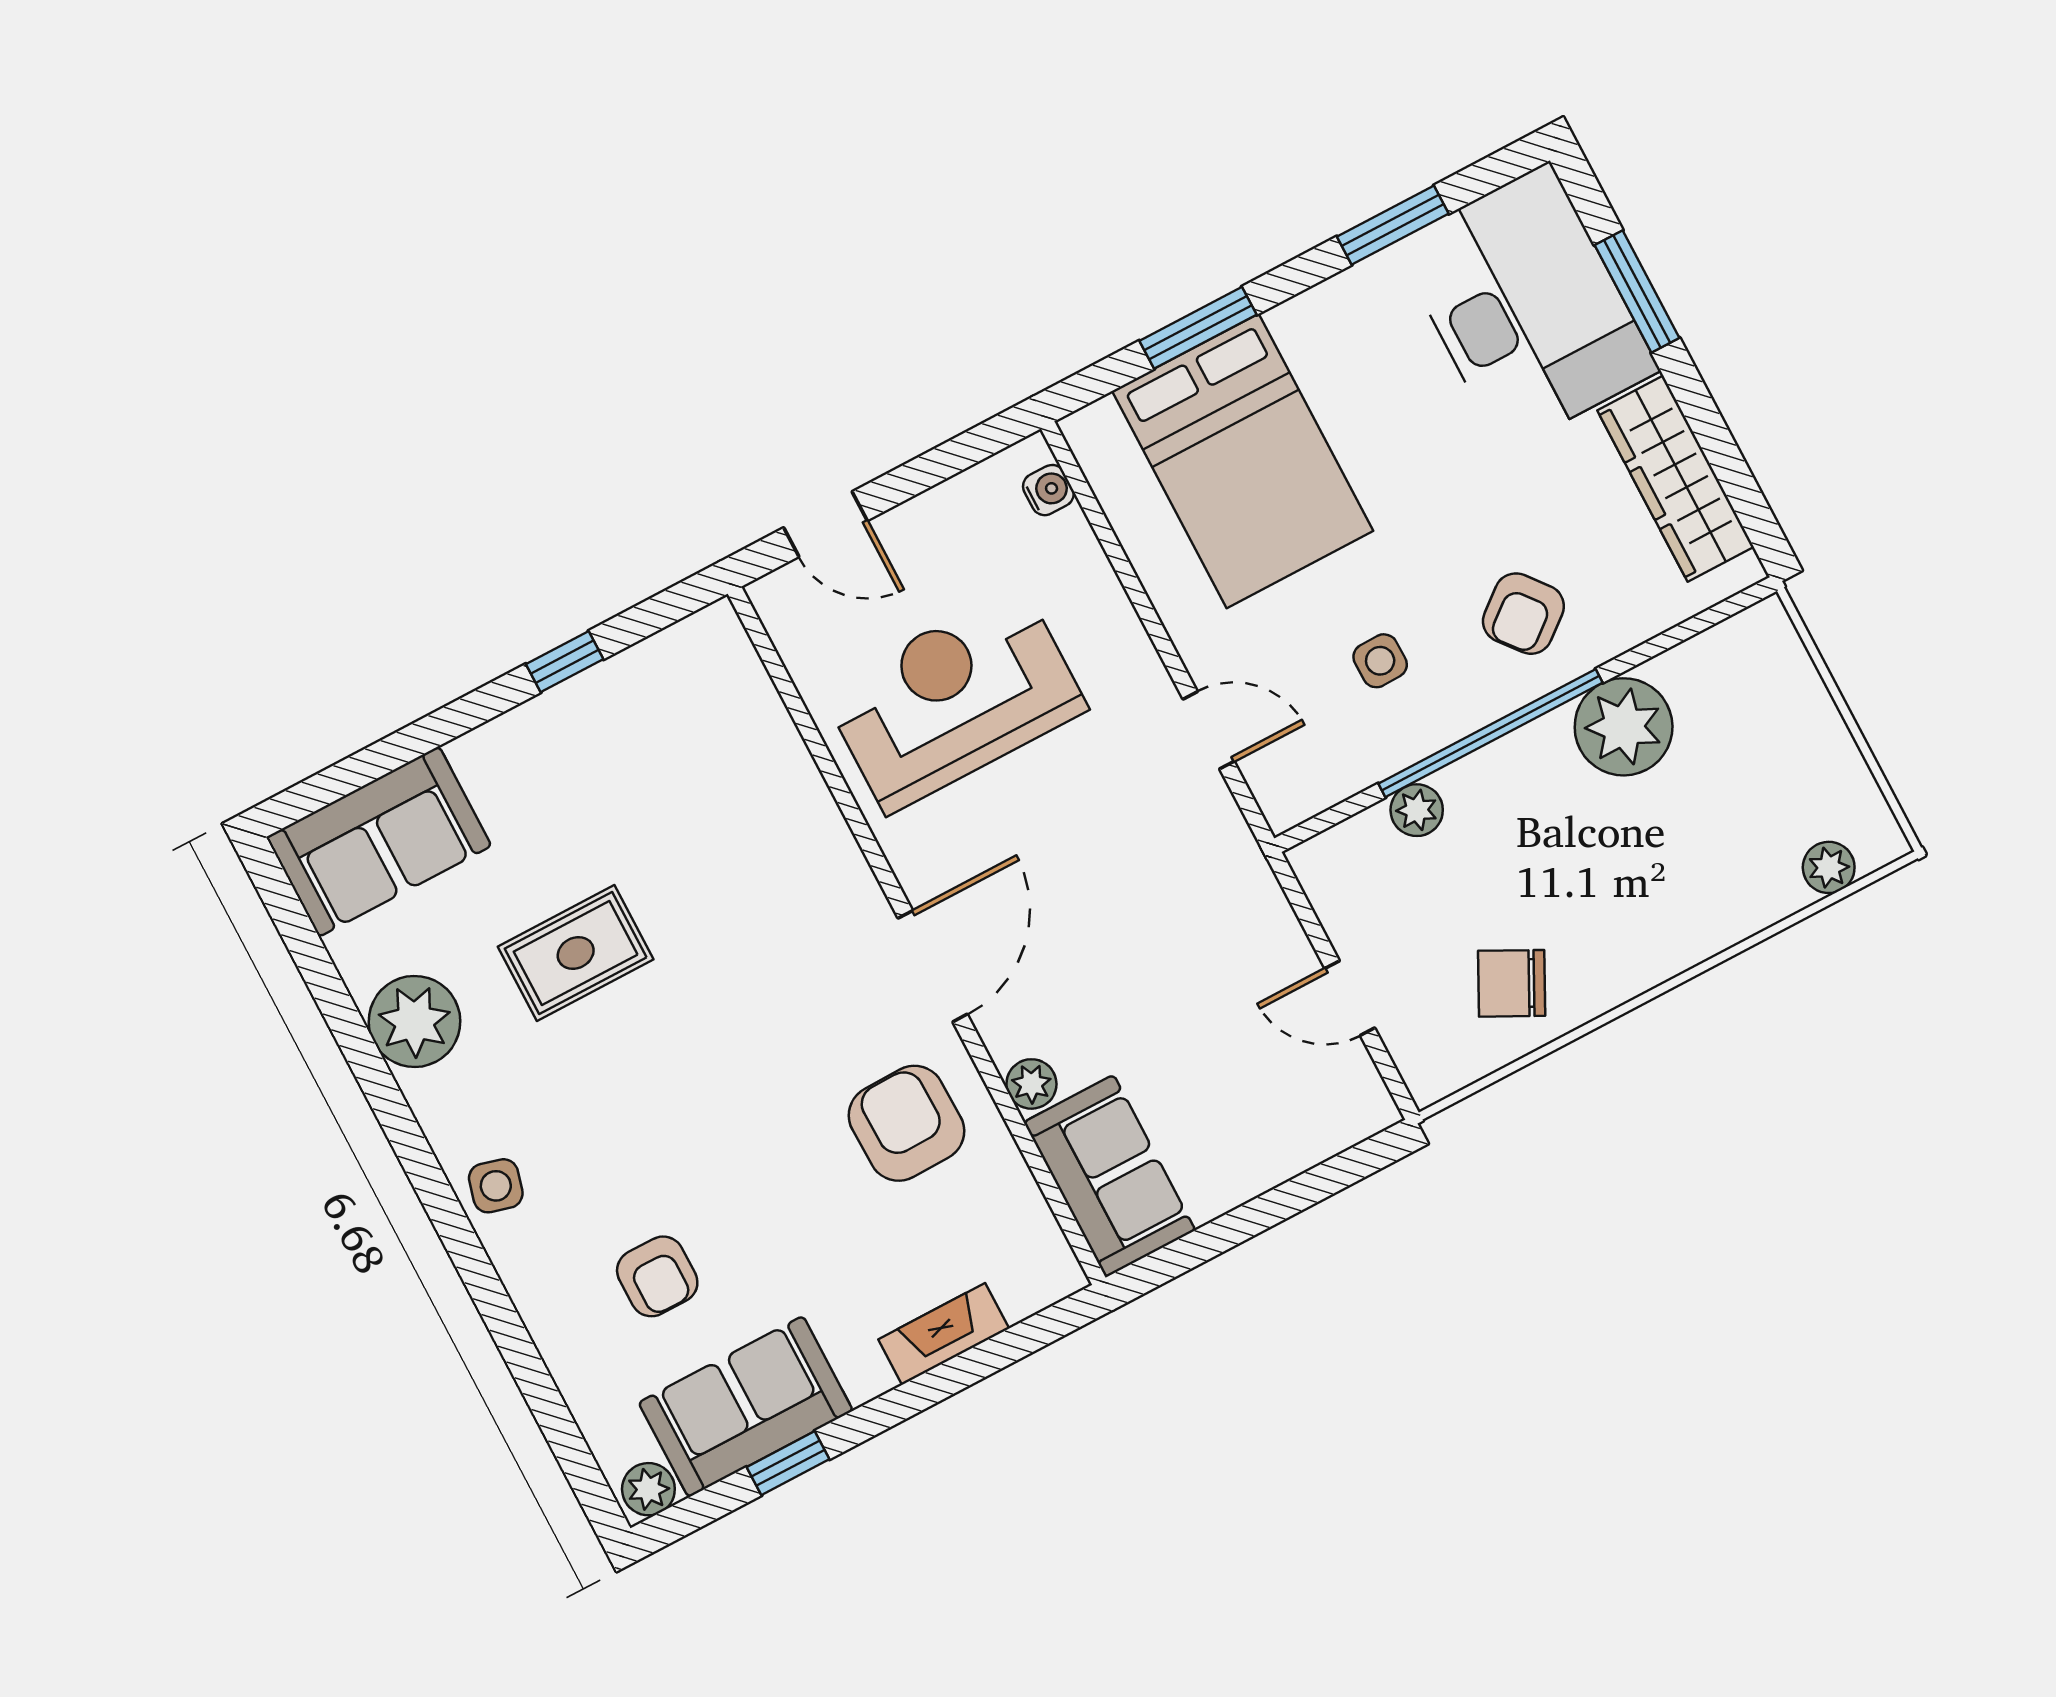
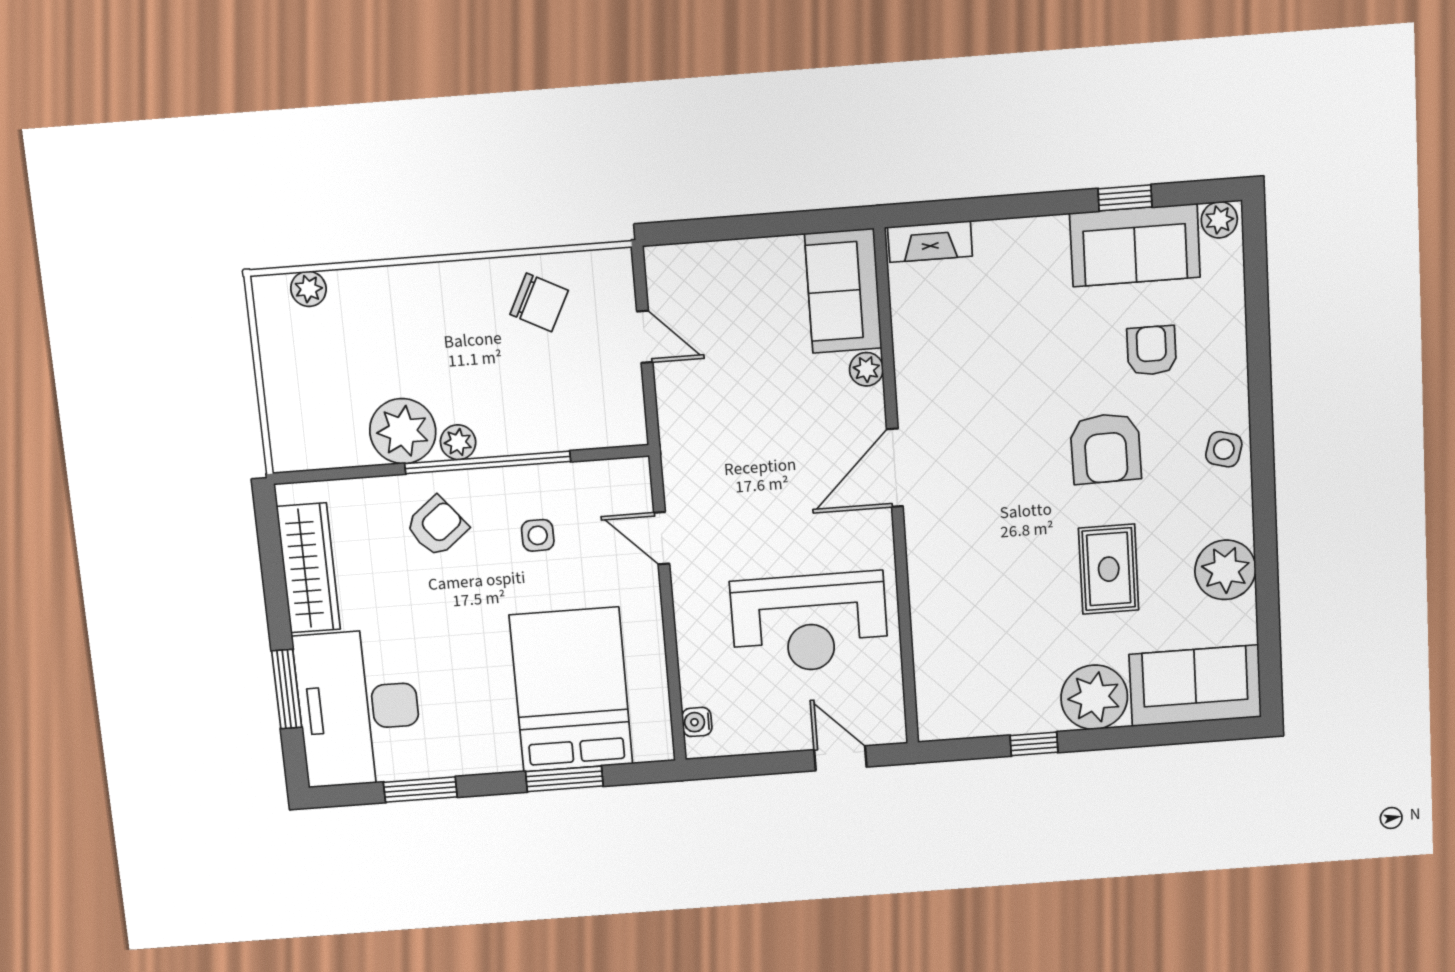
plant: (511, 764) -> (1094, 697), added
plant: (1417, 810) -> (458, 442), moved
rug: (576, 953) -> (1109, 569), turned 90
armchair: (906, 1123) -> (1106, 448), moved
fireplace: (944, 1334) -> (930, 242), moved

